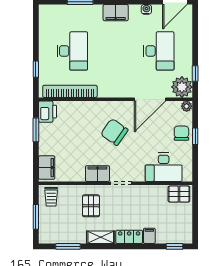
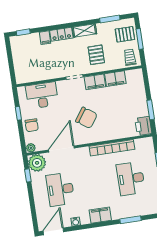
bookcase: (70, 91) -> (112, 148), moved
window: (195, 136) -> (18, 113), moved
filing cabinet: (47, 168) -> (115, 79), moved, turned -90
pallet: (179, 194) -> (125, 34), moved

